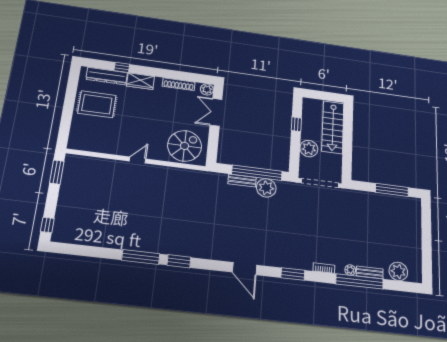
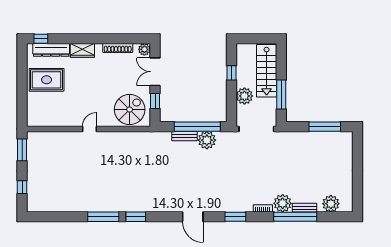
window: (122, 67) -> (41, 39), moved
window: (213, 141) -> (155, 101), added
window: (347, 152) -> (281, 95), added
window: (47, 225) -> (22, 187), moved
plant: (350, 270) -> (283, 203), width x1.88, depth x1.88

